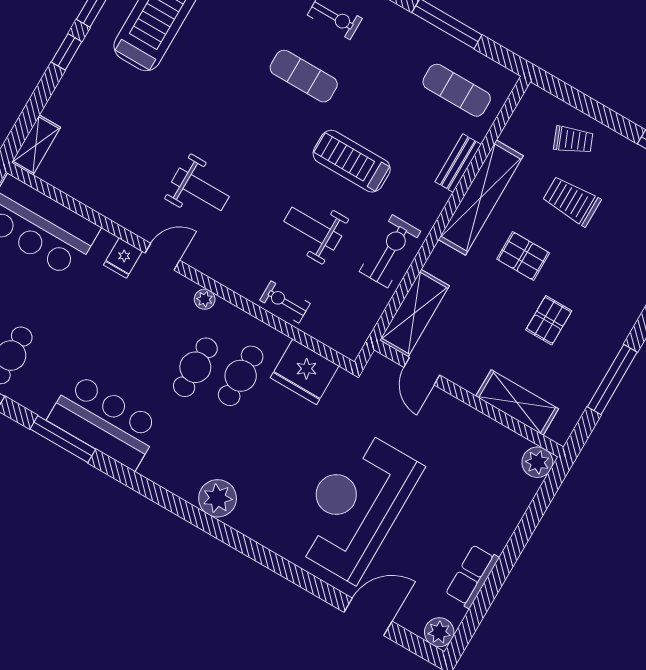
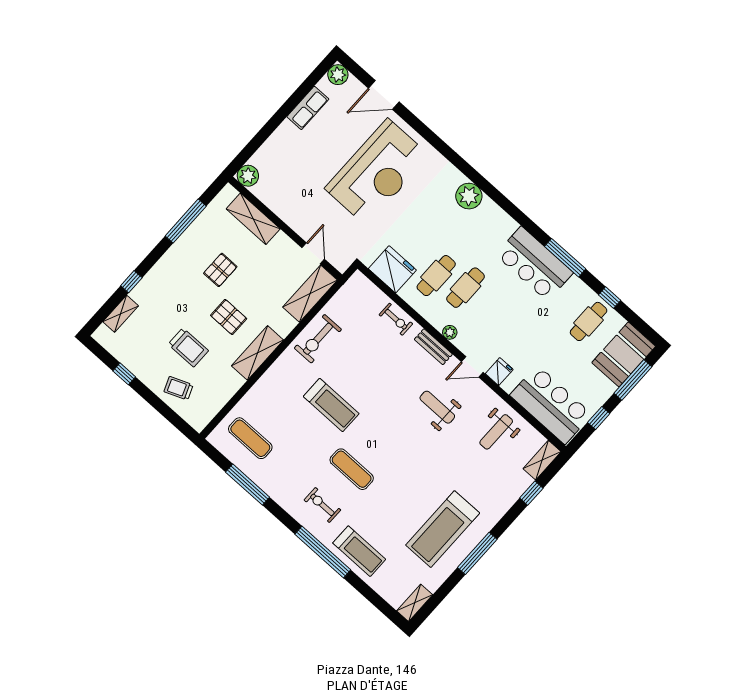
window: (67, 52) -> (531, 493), moved
bench: (458, 163) -> (433, 347), moved, turned 90
shelving: (481, 198) -> (257, 353), width x0.68
weight bench: (313, 229) -> (496, 432), moved, turned 90

